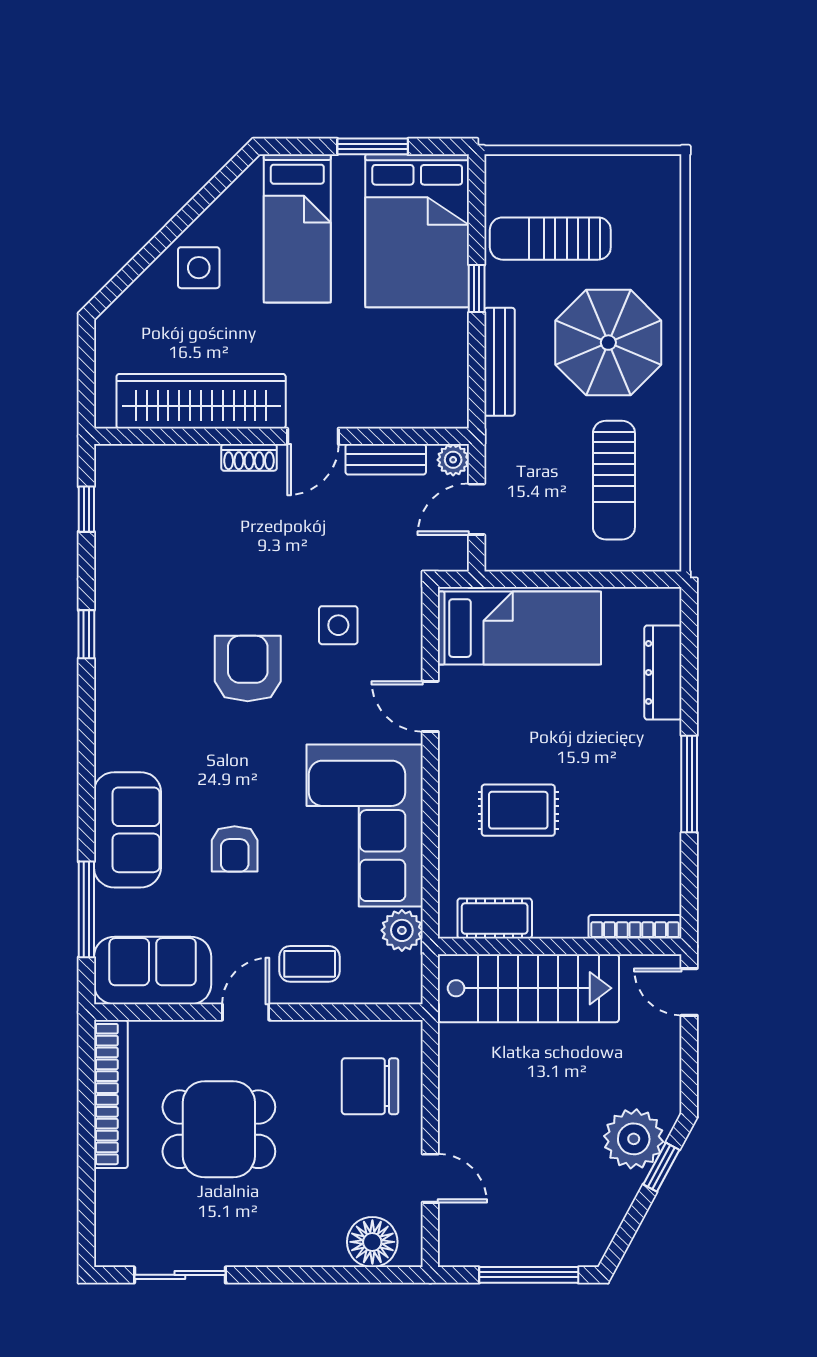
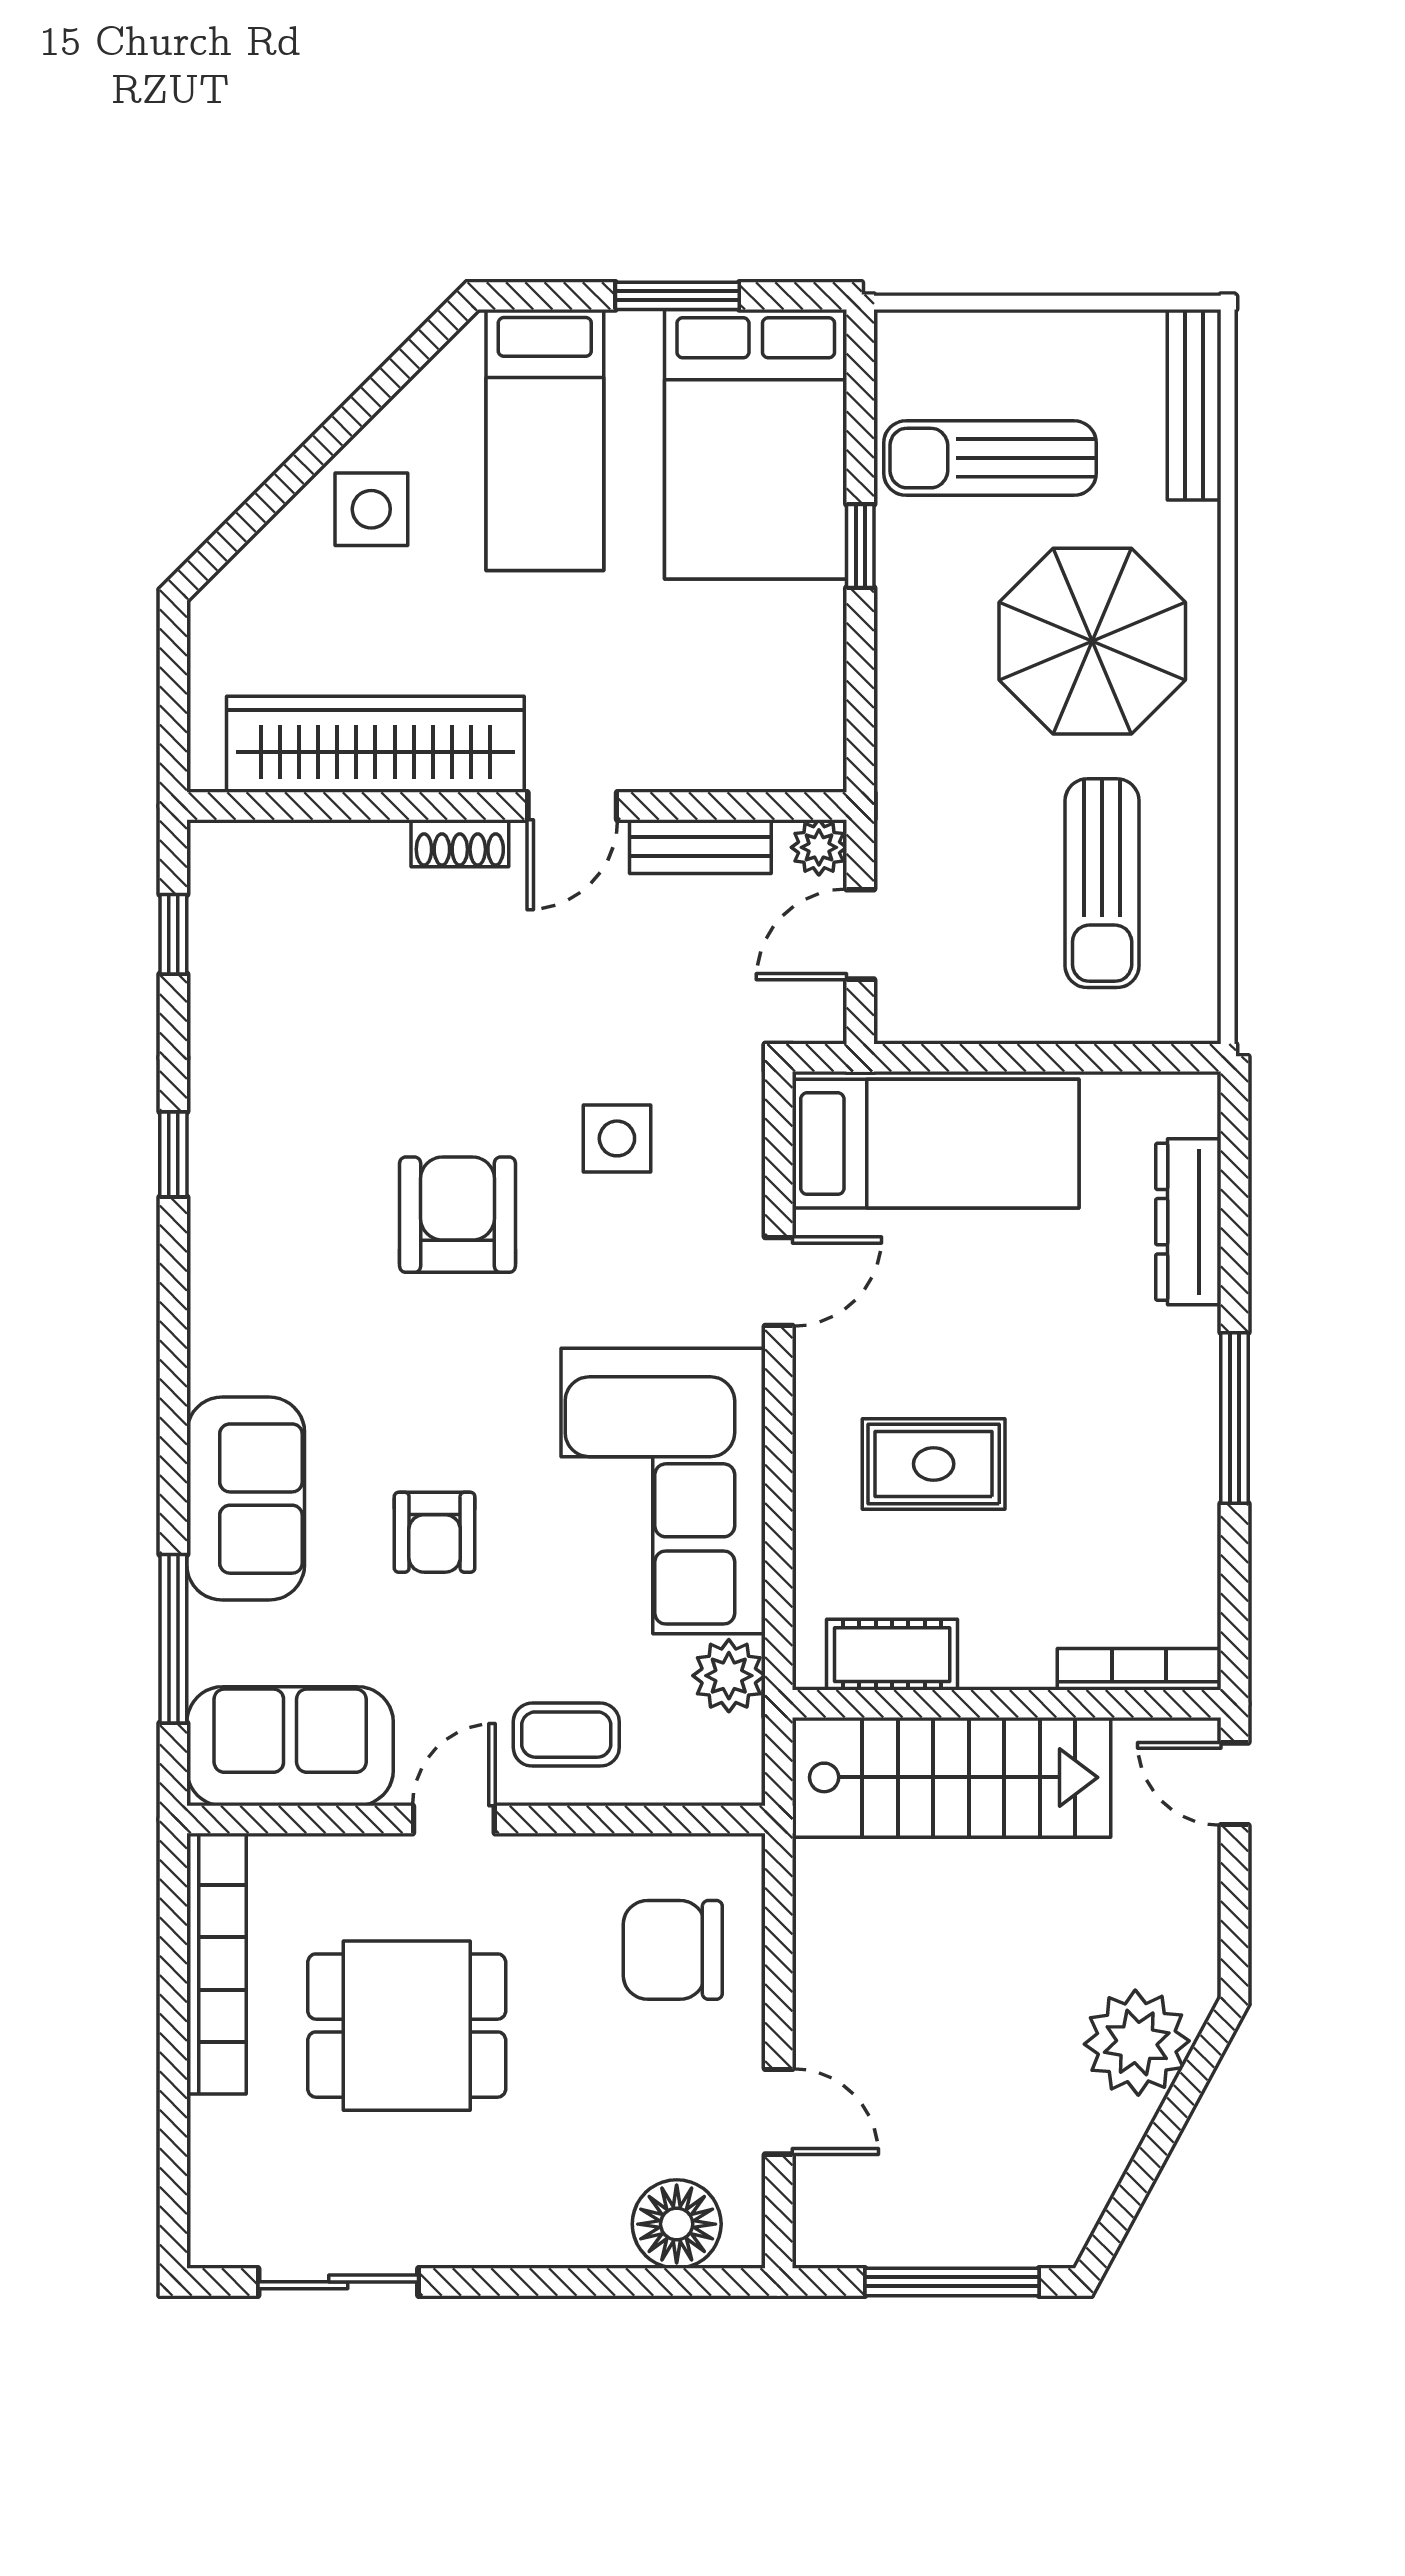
bench: (500, 362) -> (1194, 405), moved
door: (430, 706) -> (779, 1282), swing flipped
window: (661, 1167) -> (1185, 2092), removed

